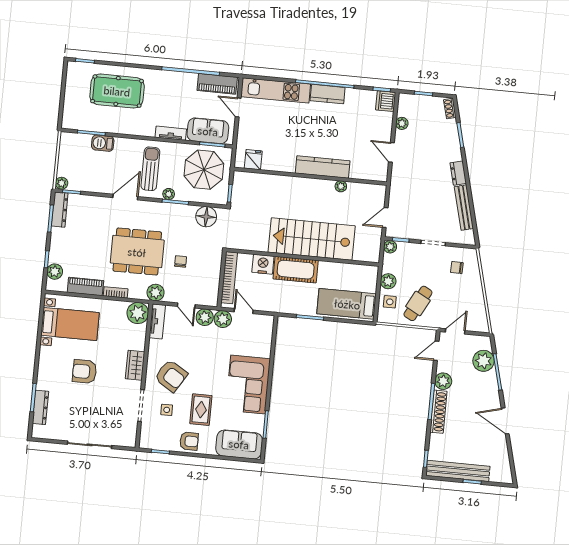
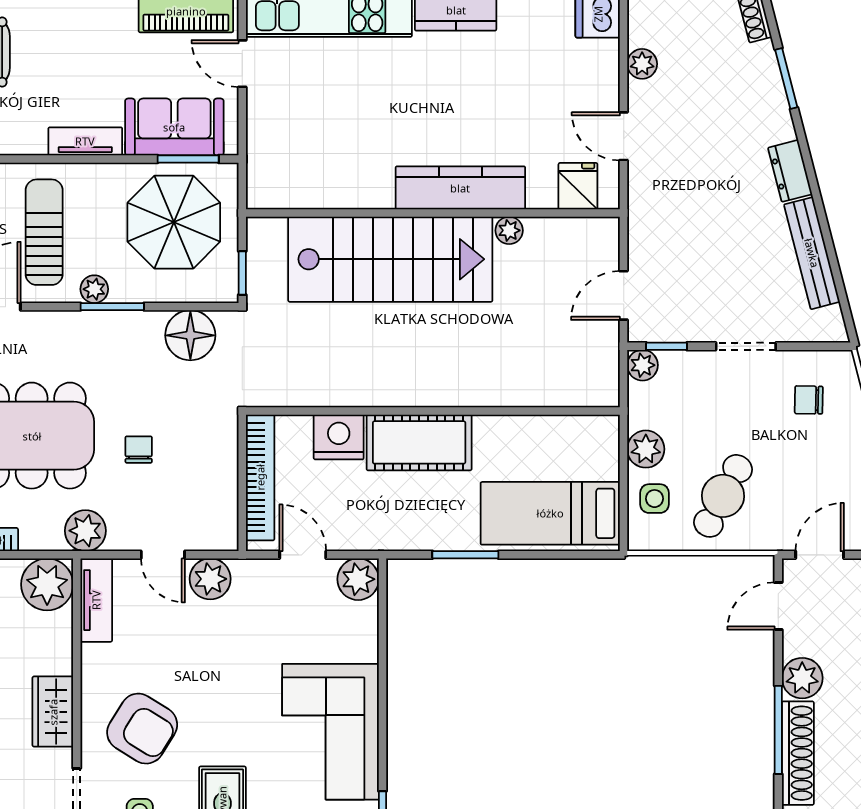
fridge: (253, 160) -> (578, 186), moved
stairs: (312, 239) -> (390, 259), moved, turned 180
plant: (223, 319) -> (358, 579), moved

